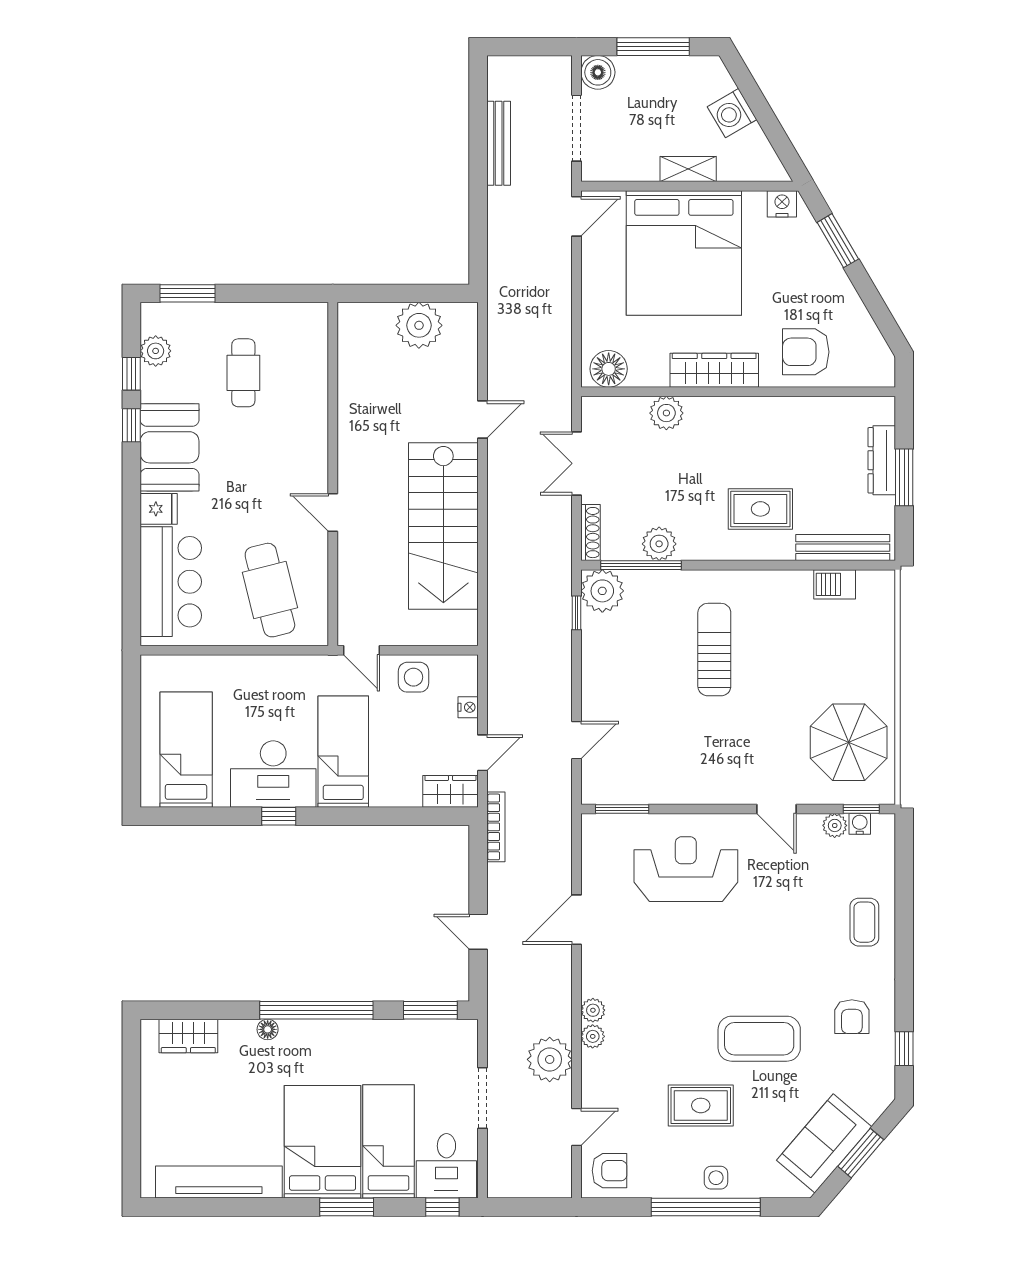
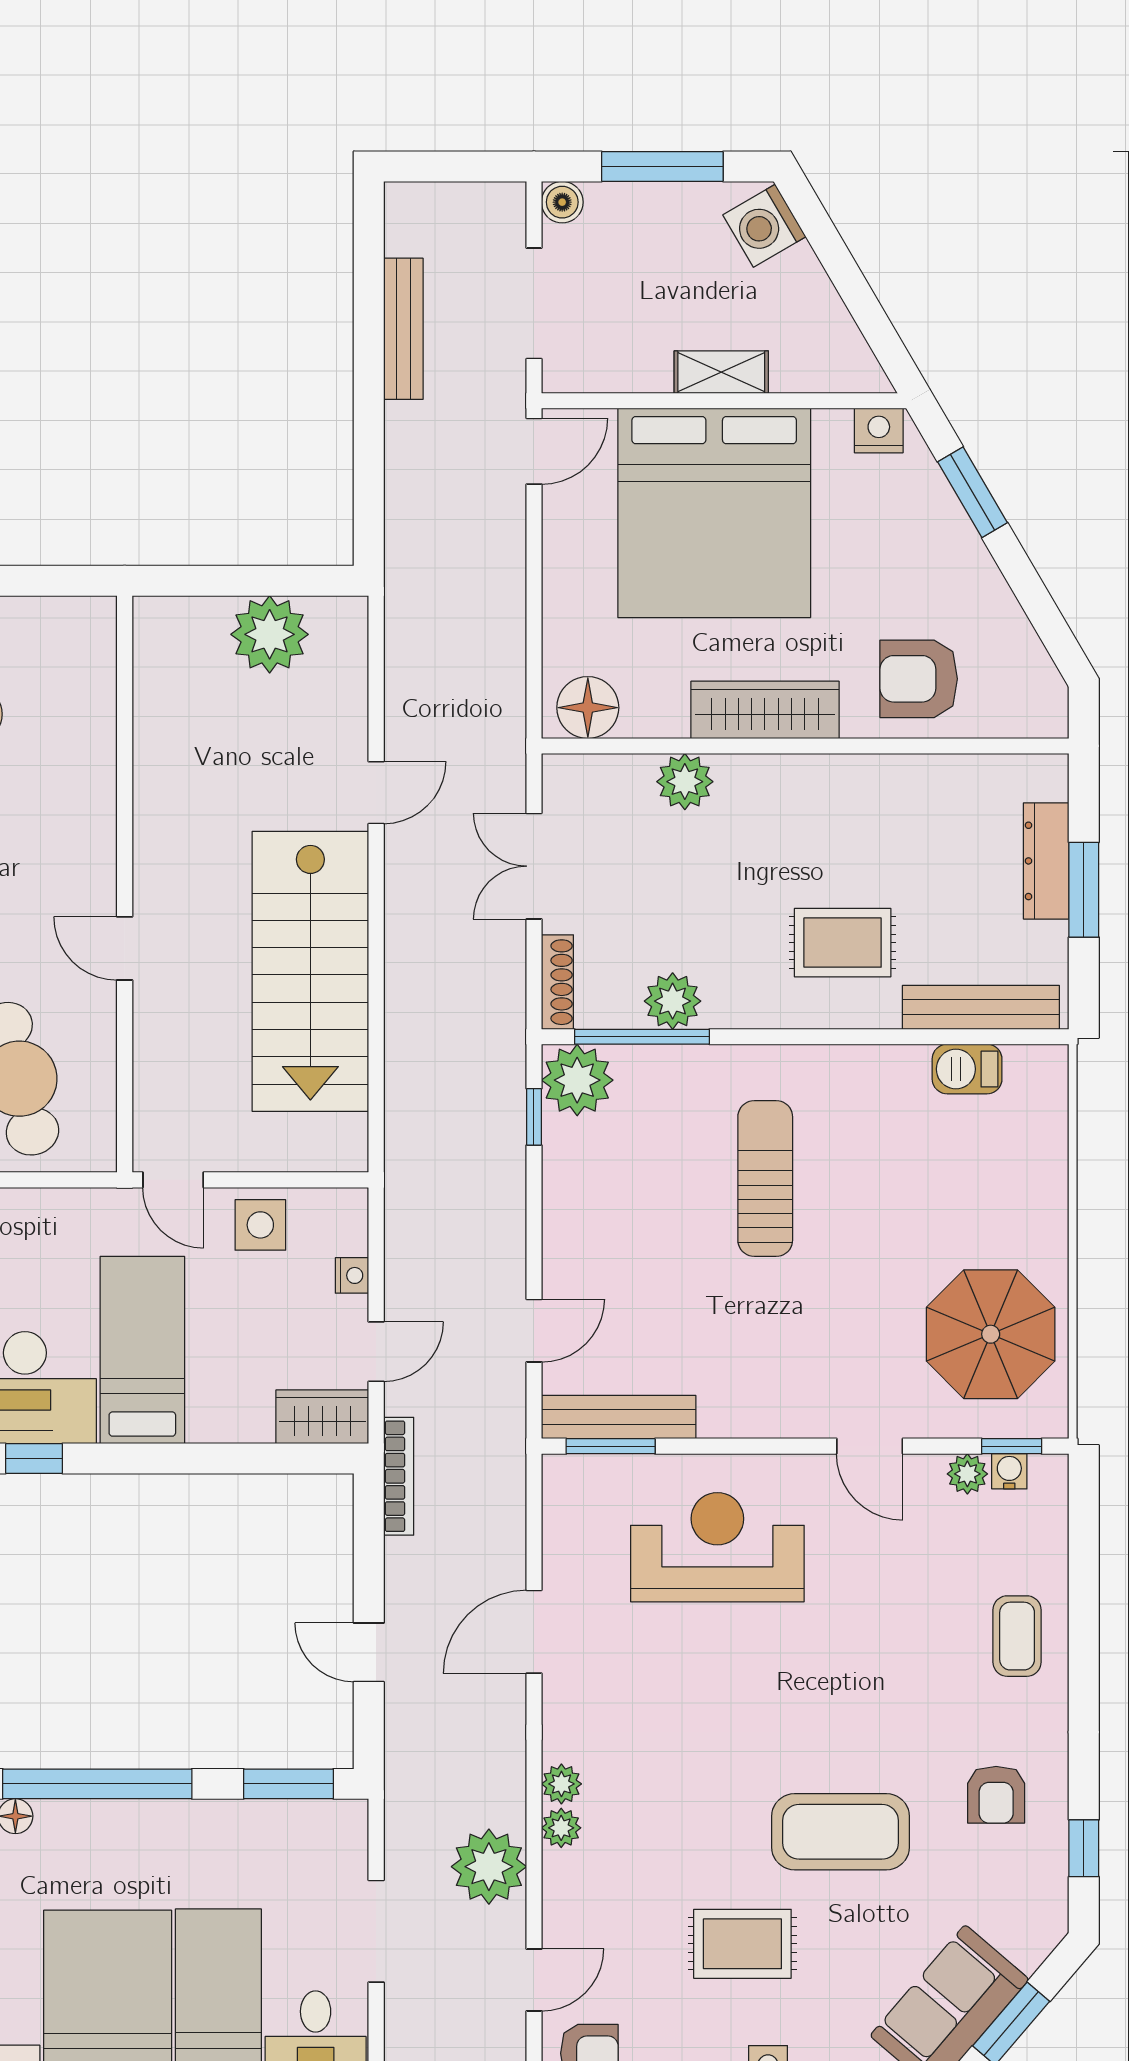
boiler: (598, 72) -> (562, 202), width x0.73, depth x0.73
washing machine: (732, 113) -> (764, 226), moved
bench: (627, 792) -> (619, 1417), added

